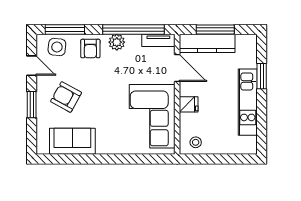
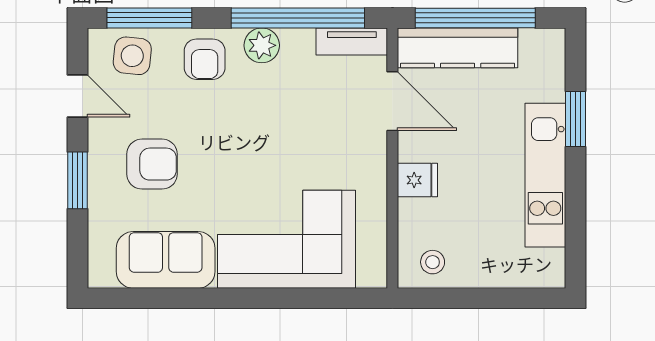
window: (215, 30) -> (475, 18), width x1.46
armchair: (66, 97) -> (152, 164), turned 151
corner sofa: (152, 116) -> (286, 239), moved, turned 90

